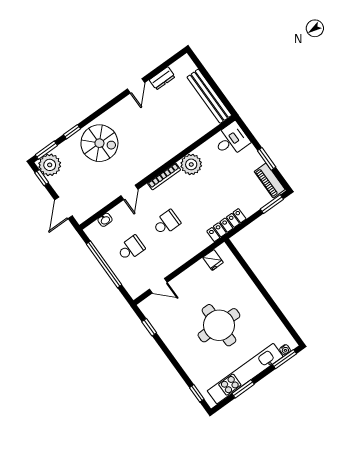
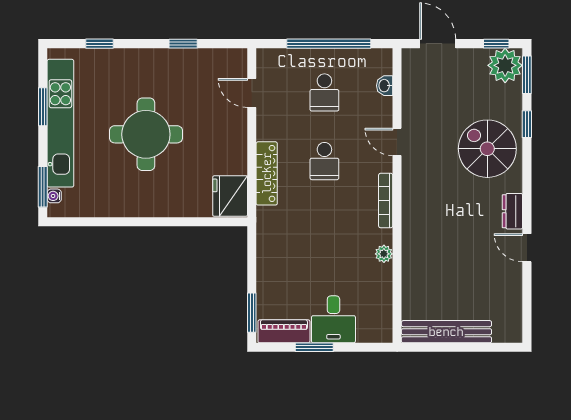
dresser: (162, 78) -> (512, 211), moved
desk: (231, 140) -> (333, 319), moved
spiral stairs: (99, 143) -> (487, 149), turned 90
plant: (191, 164) -> (384, 254), width x0.53, depth x0.53
locker: (226, 225) -> (267, 173), moved
fridge: (213, 260) -> (230, 196), width x1.88, depth x1.34
door: (158, 286) -> (252, 93), hinge flipped
window: (149, 327) -> (183, 44), moved
window: (197, 393) -> (99, 44), moved

